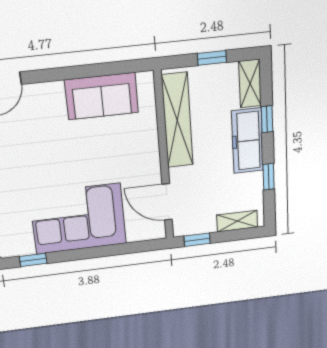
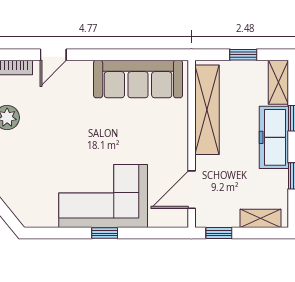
sofa: (102, 96) -> (138, 79), width x1.36
door: (167, 202) -> (192, 190), hinge flipped
window: (33, 260) -> (105, 233), moved

